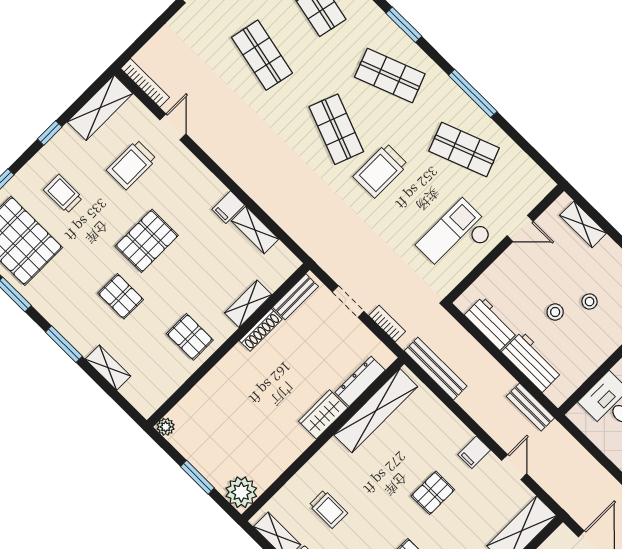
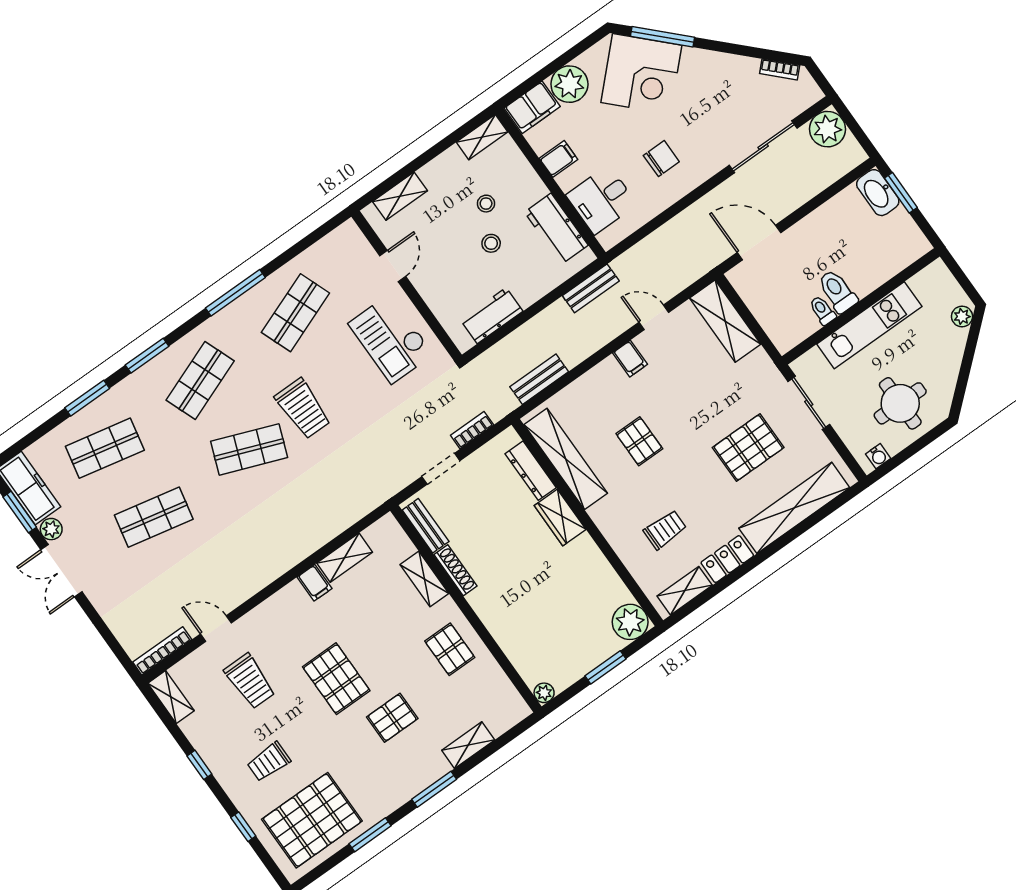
shelving: (100, 108) -> (171, 697), width x0.67, depth x0.75
pallet: (190, 337) -> (450, 649), turned 90
workbench: (532, 362) -> (556, 229), moved, turned -90
bench: (436, 369) -> (539, 379), width x0.73
pallet: (433, 493) -> (639, 441), moved

